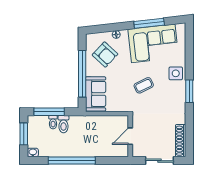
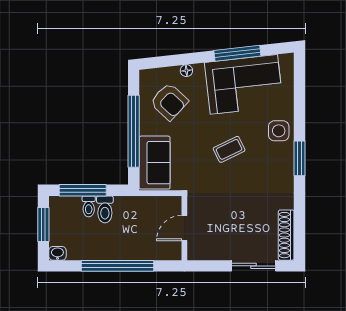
door: (130, 136) -> (184, 228), moved
wall: (130, 136) -> (184, 228), moved

